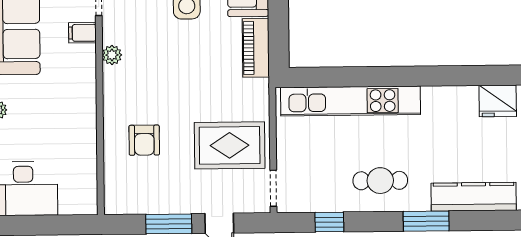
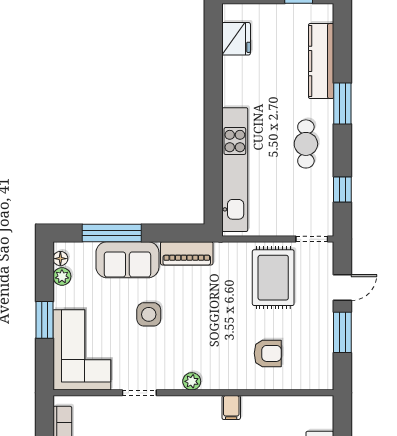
filing cabinet: (82, 33) -> (231, 408), moved

